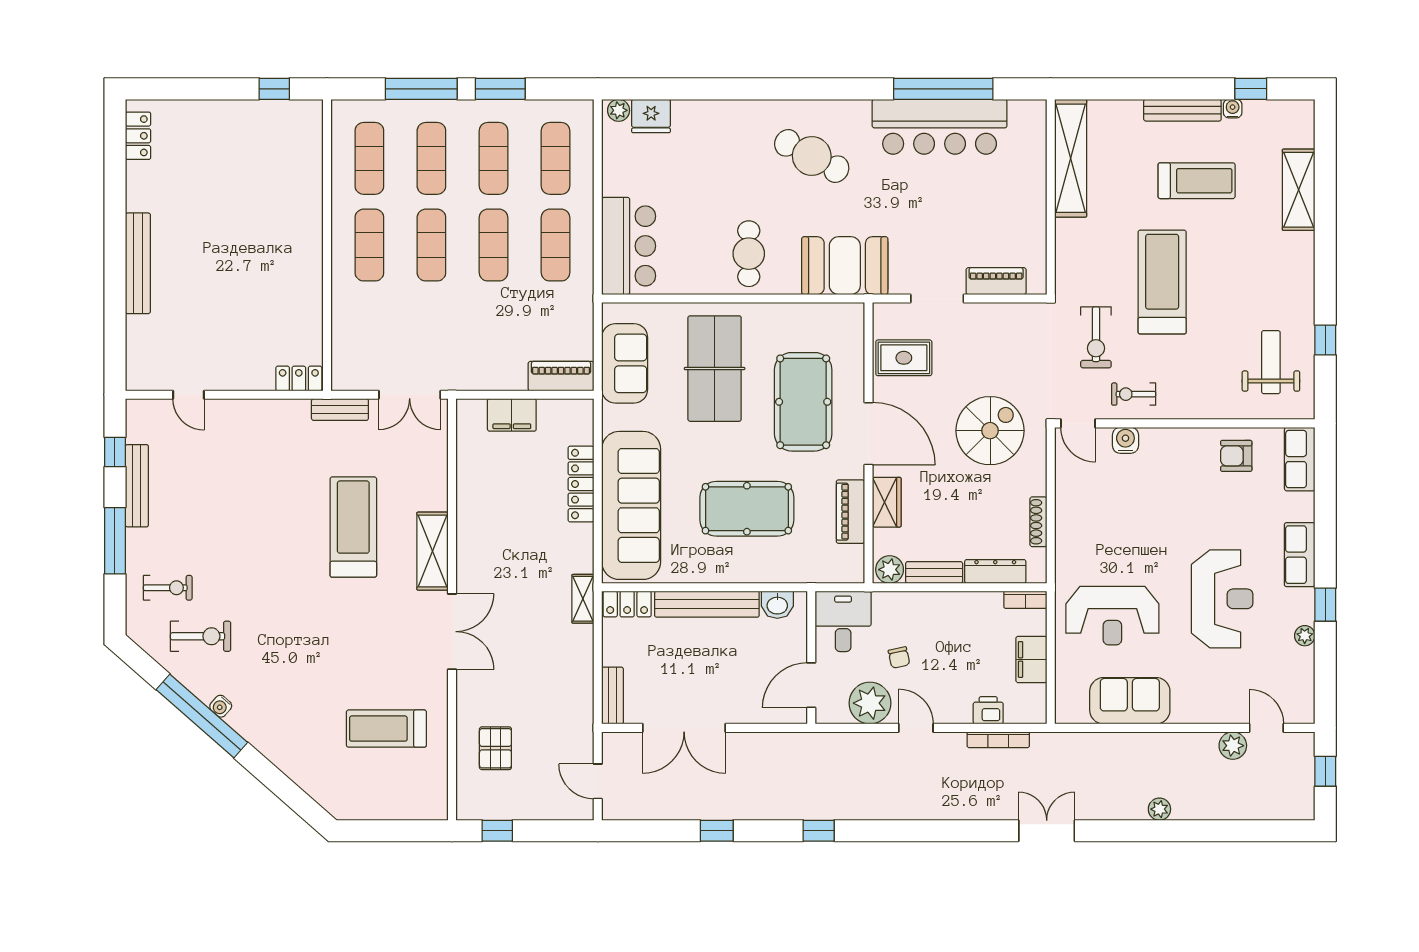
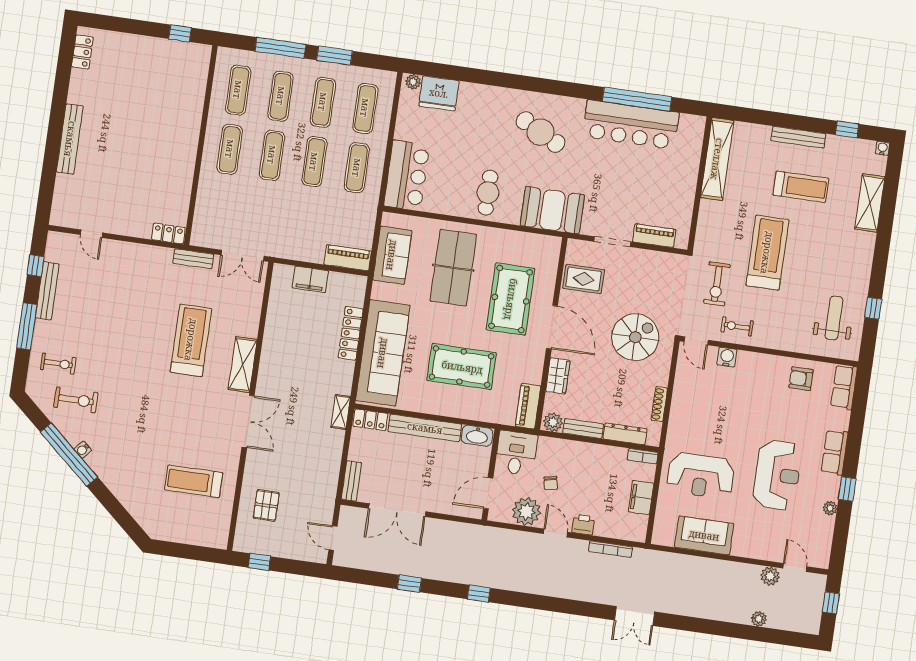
water cooler: (1233, 109) -> (883, 148), moved
fridge: (651, 116) -> (439, 93), width x1.36, depth x1.34
piano: (850, 512) -> (528, 406), moved
washbasin: (777, 605) -> (477, 436), width x1.38
printer: (988, 710) -> (583, 525), moved
plant: (1159, 809) -> (759, 619), moved
double door: (1047, 831) -> (635, 616), swing flipped

